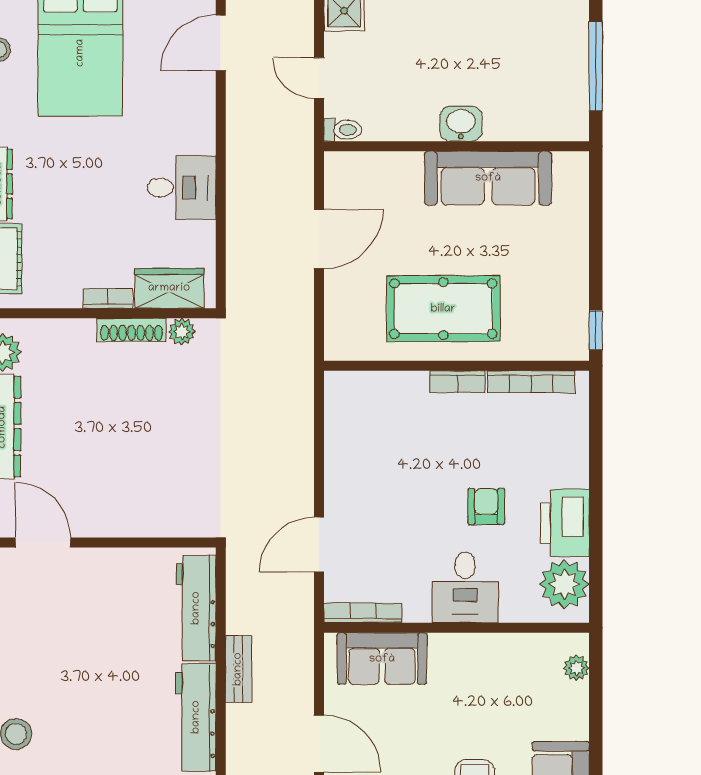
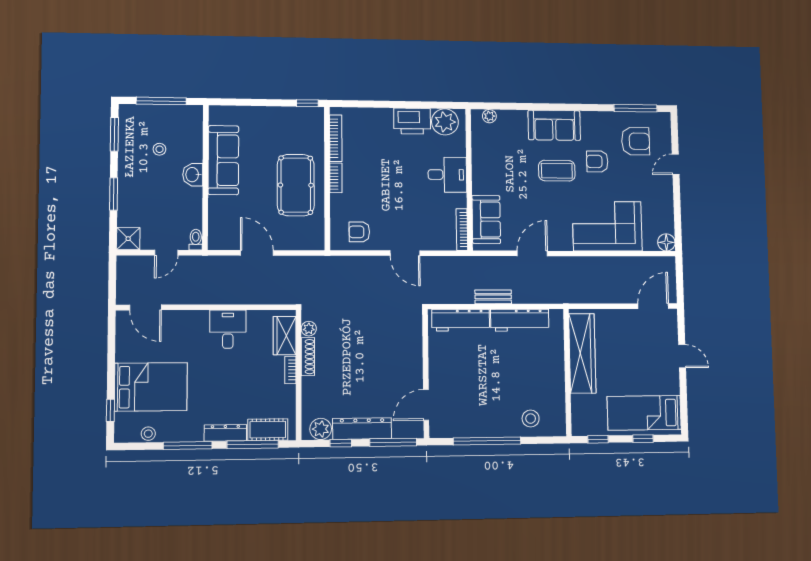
stool: (507, 64) -> (159, 149), added
armchair: (486, 506) -> (359, 232), moved
door: (319, 545) -> (405, 253), moved

